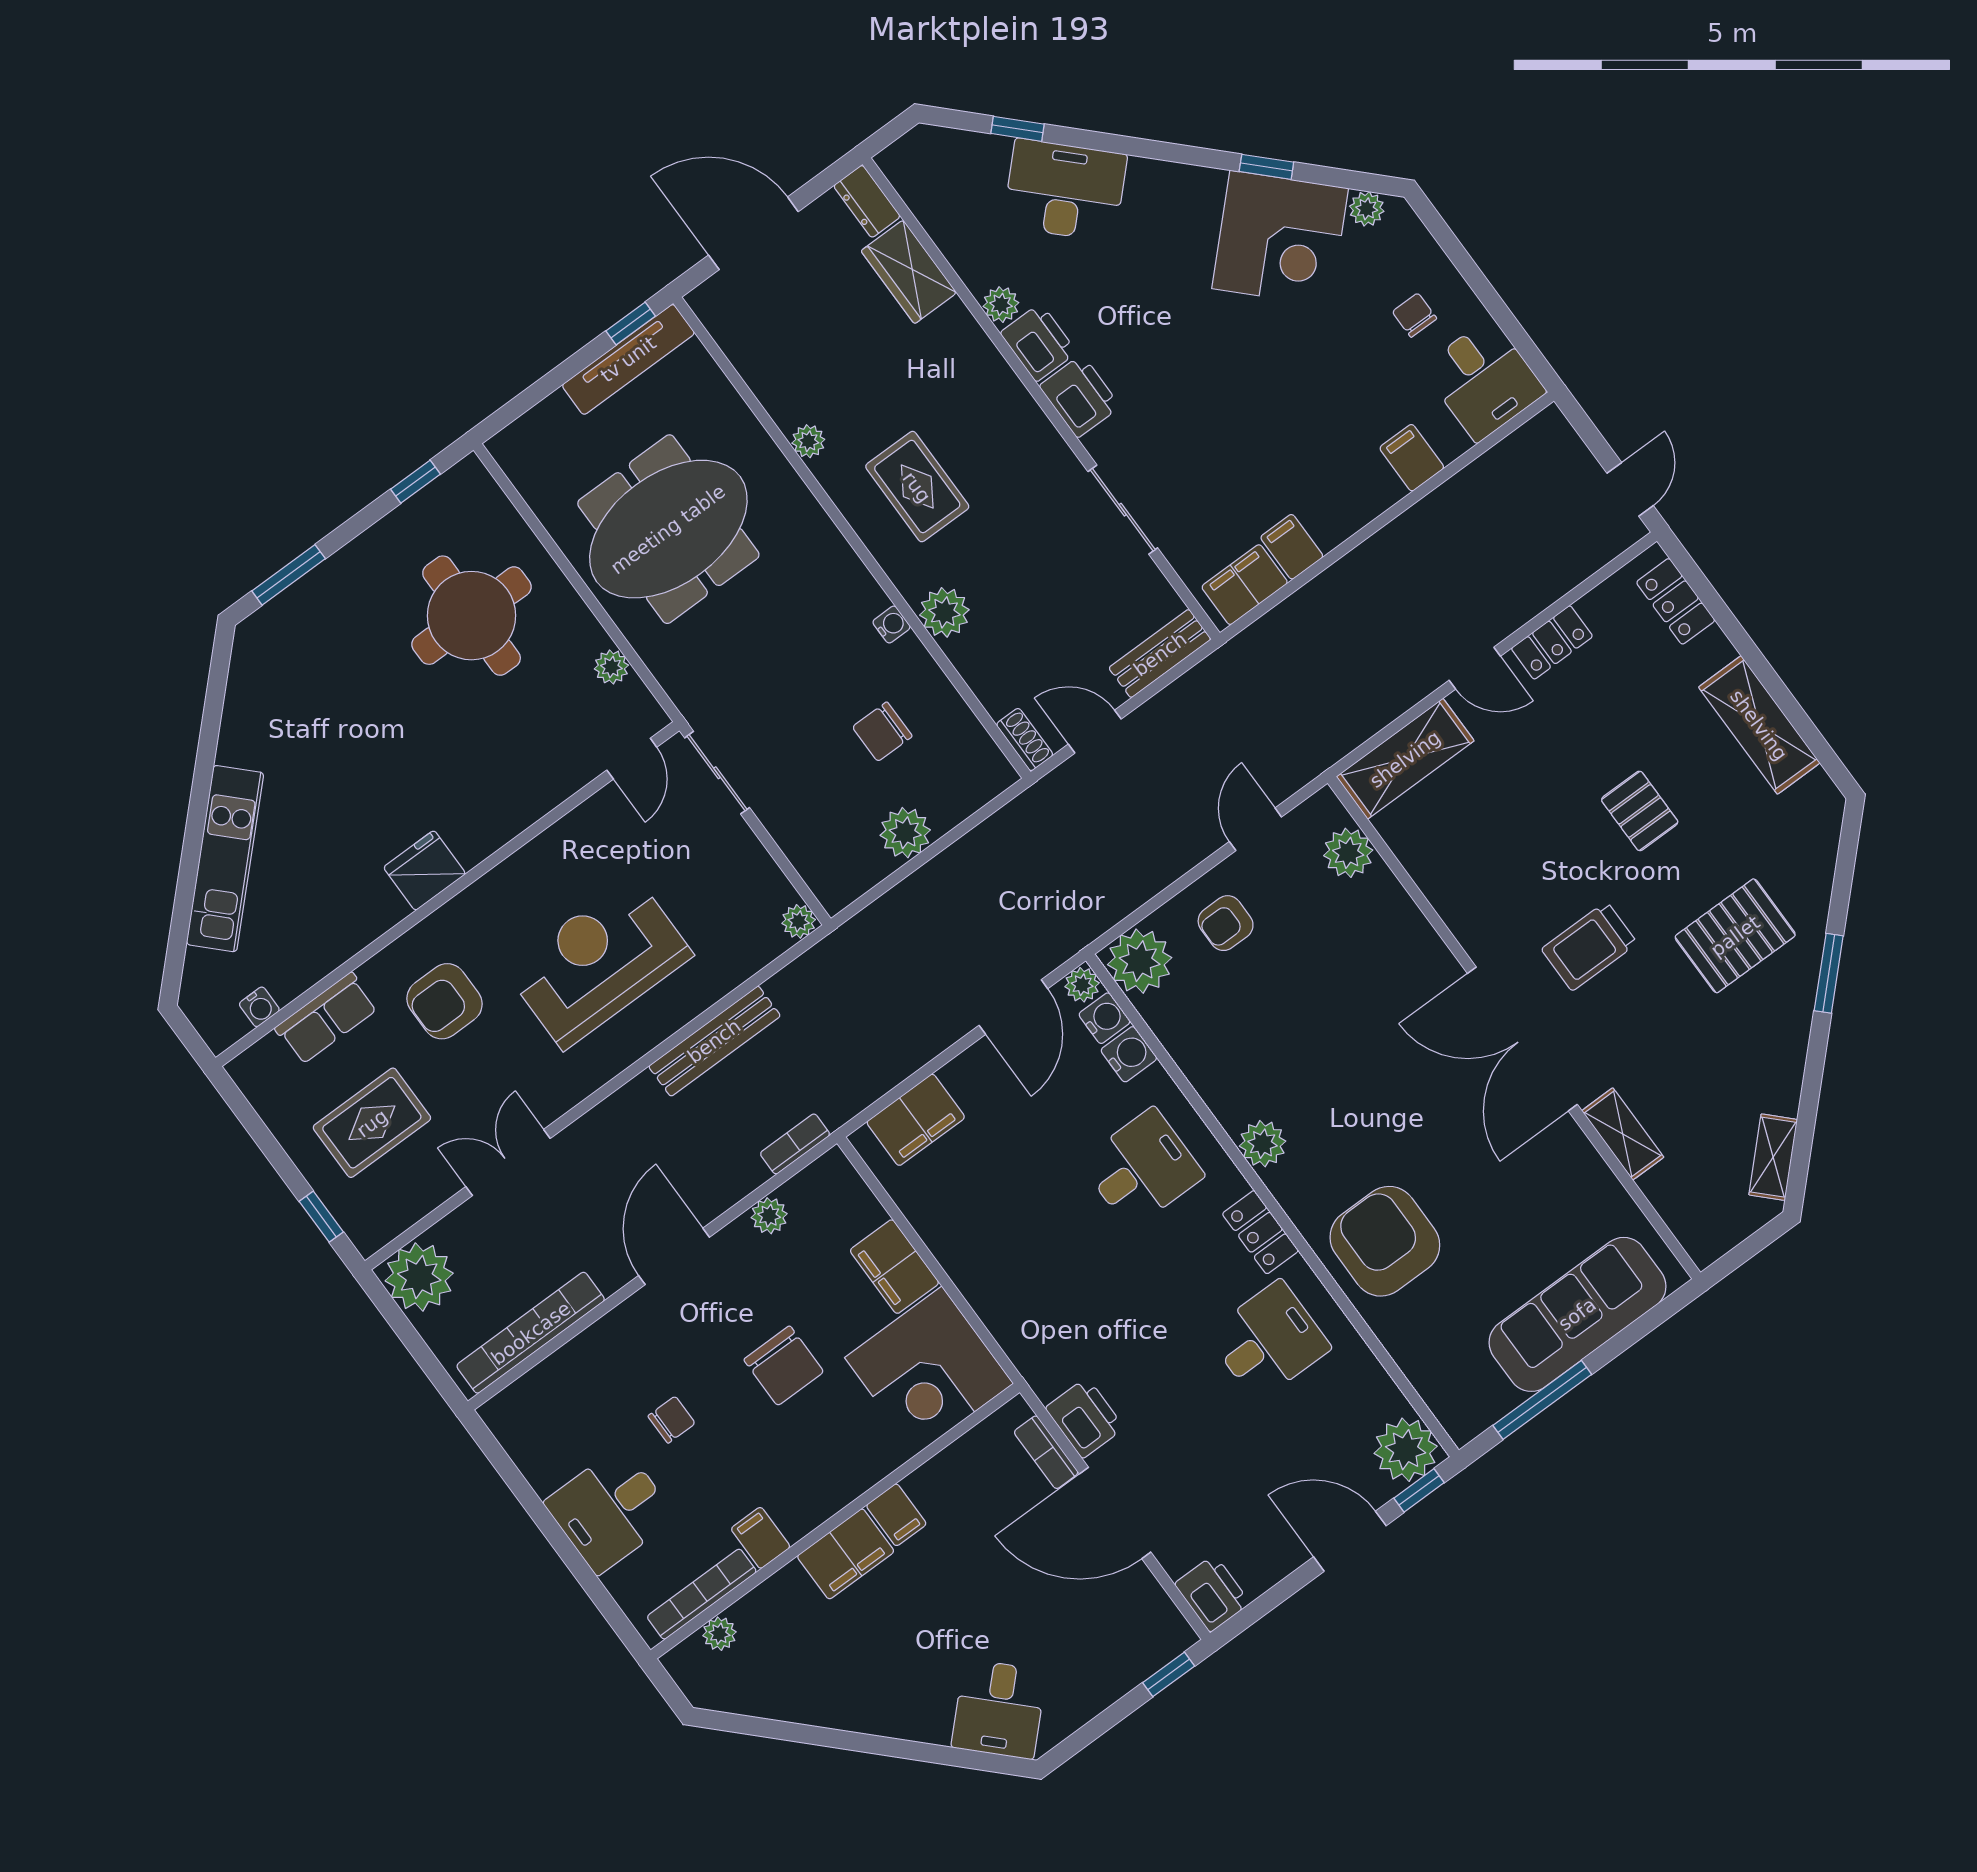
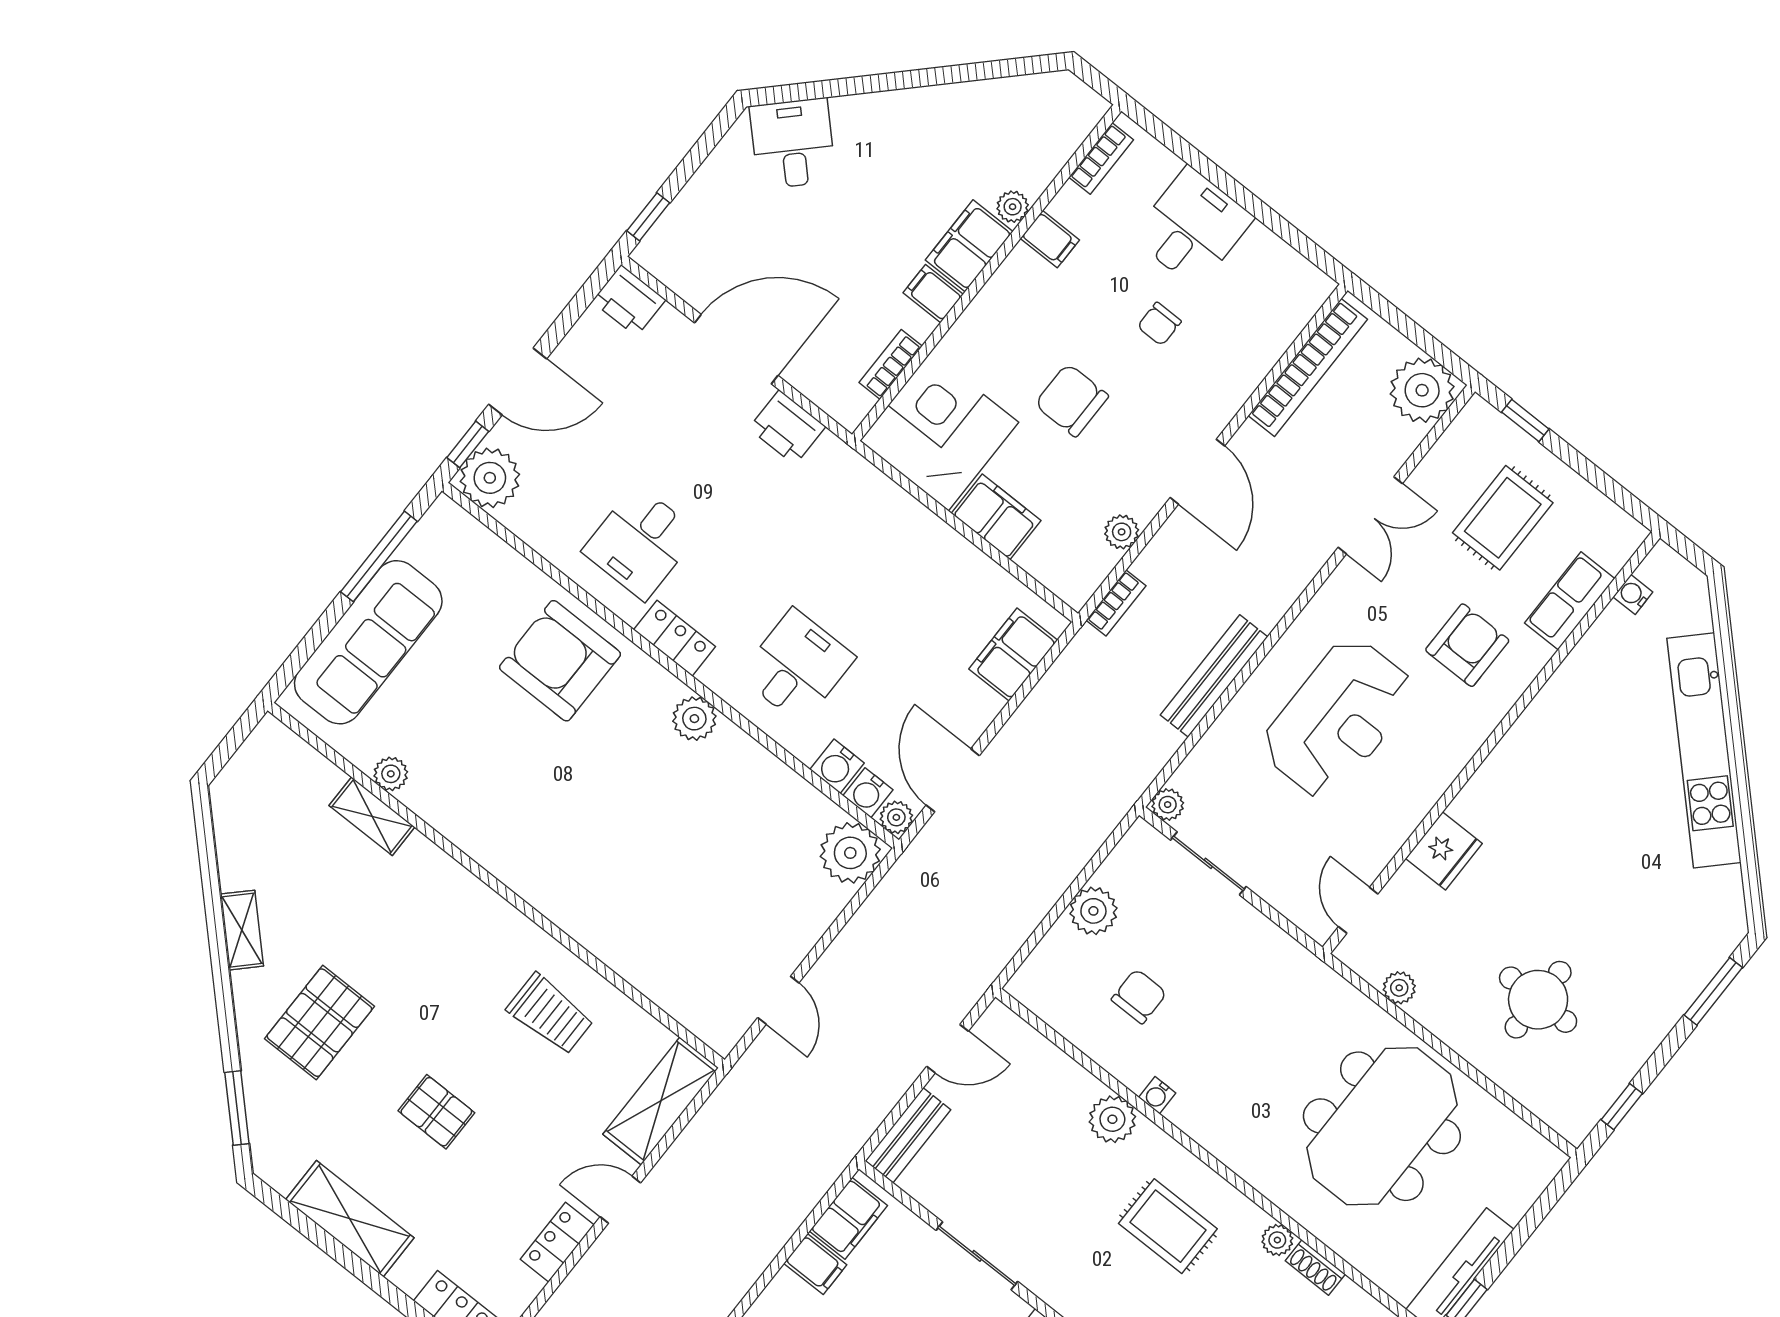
round table: (472, 616) -> (1538, 1000), width x0.73, depth x0.73
shoe rack: (1025, 740) -> (1315, 1267), moved
sliding door: (717, 773) -> (1208, 863), moved
plant: (1348, 853) -> (391, 774), moved, width x0.73, depth x0.73
kitchen unit: (225, 859) -> (1704, 750), width x1.36
fridge: (425, 870) -> (1444, 851), moved
armchair: (1226, 923) -> (782, 908), removed
trolley: (1589, 946) -> (550, 1014), moved, turned 90
window: (1829, 973) -> (237, 1108), moved
double door: (1522, 1039) -> (486, 877), removed
shelving: (1773, 1157) -> (242, 930), moved
desk: (1142, 1168) -> (797, 666), turned 180
armchair: (1385, 1241) -> (560, 661), turned 180
bookcase: (1046, 1452) -> (891, 364), moved, turned -90
bookcase: (702, 1594) -> (1101, 159), width x0.64
plant: (719, 1634) -> (1013, 207), moved

